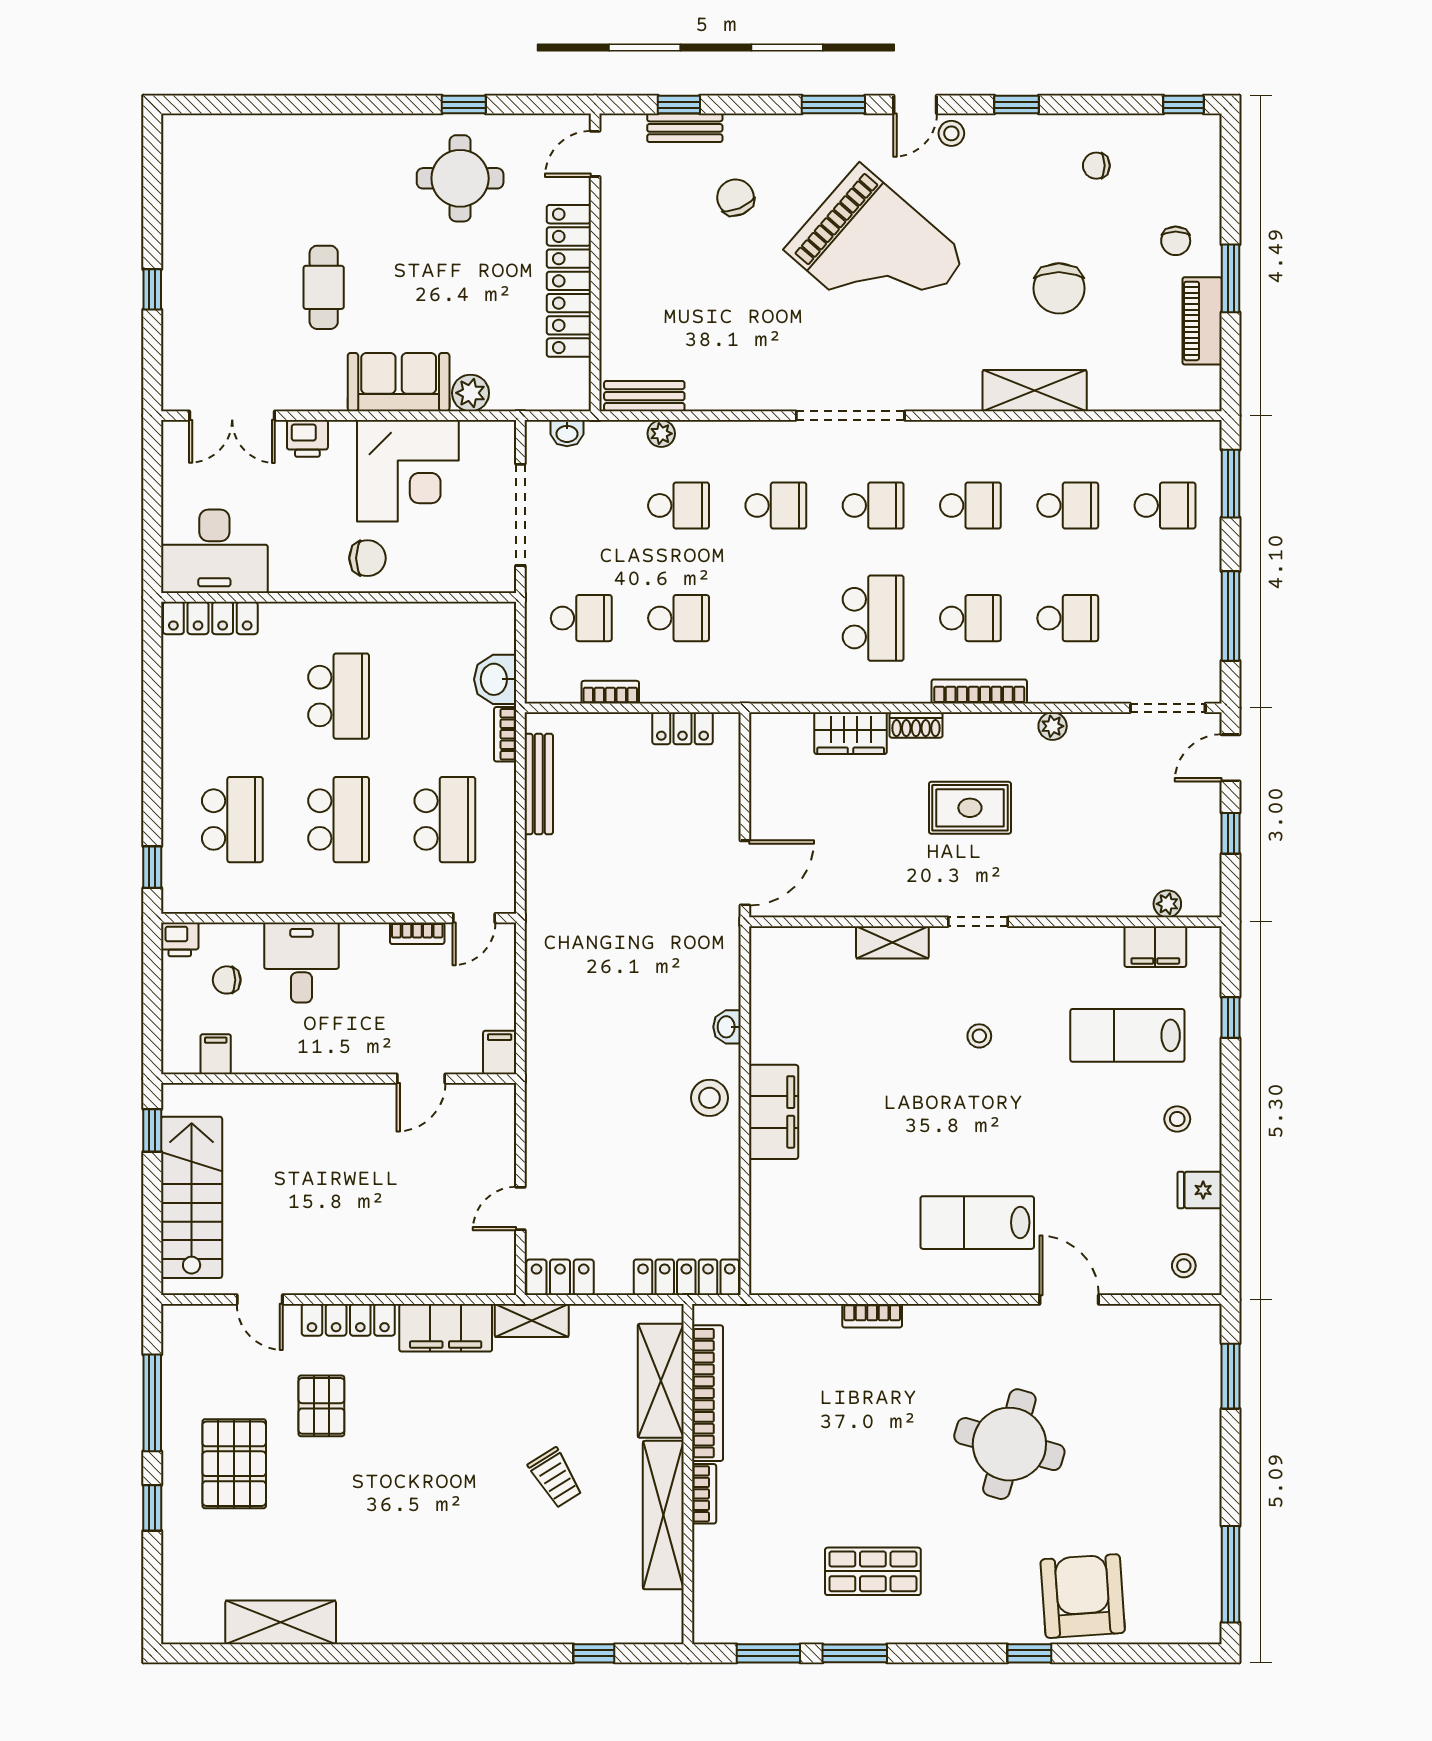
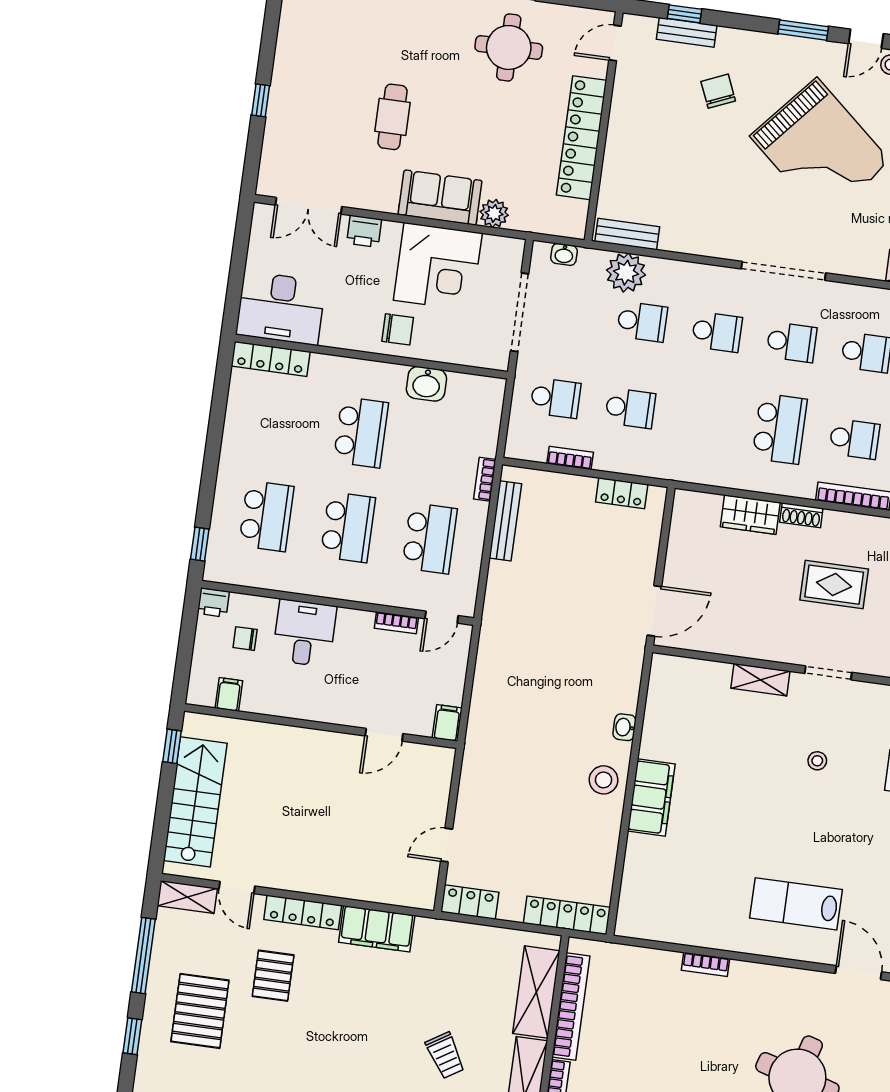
plant: (661, 434) -> (626, 273), width x1.87, depth x1.87
washbasin: (495, 679) -> (426, 384), moved, turned -90
shelving: (532, 1320) -> (187, 897), moved

